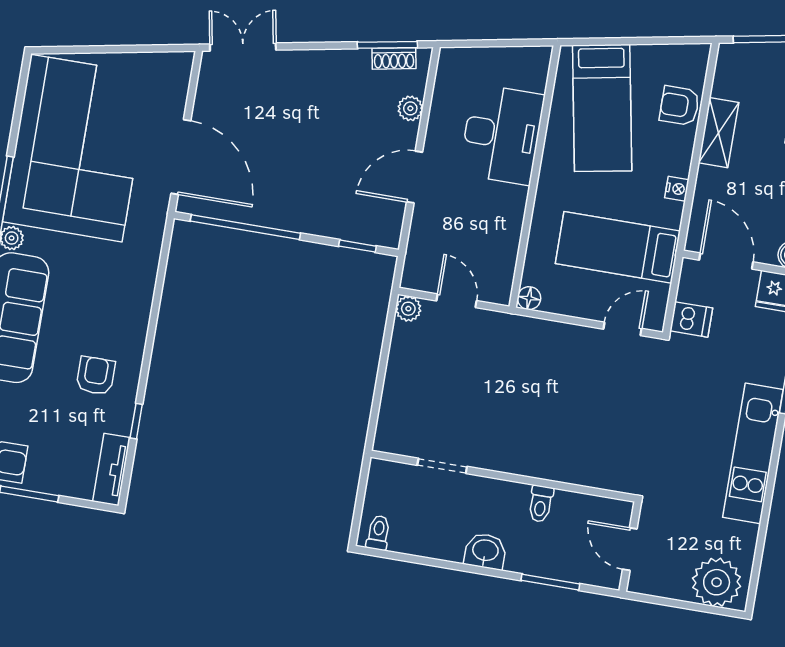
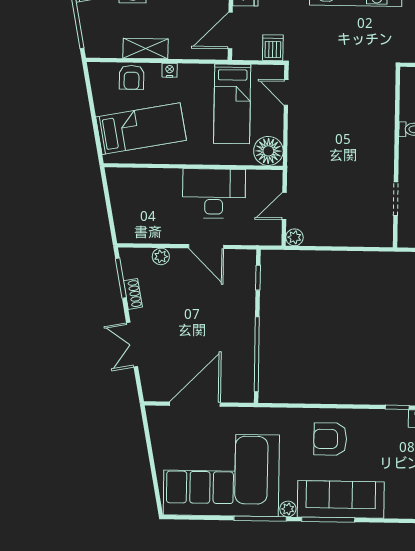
double door: (243, 47) -> (132, 345), moved
shoe rack: (394, 58) -> (133, 294), moved
desk: (502, 134) -> (214, 194), moved
door: (181, 157) -> (195, 404), moved
nightstand: (677, 189) -> (170, 70), moved
floor lamp: (529, 298) -> (268, 151), width x1.89, depth x1.89
armchair: (96, 376) -> (330, 439), moved, width x1.38, depth x1.38

